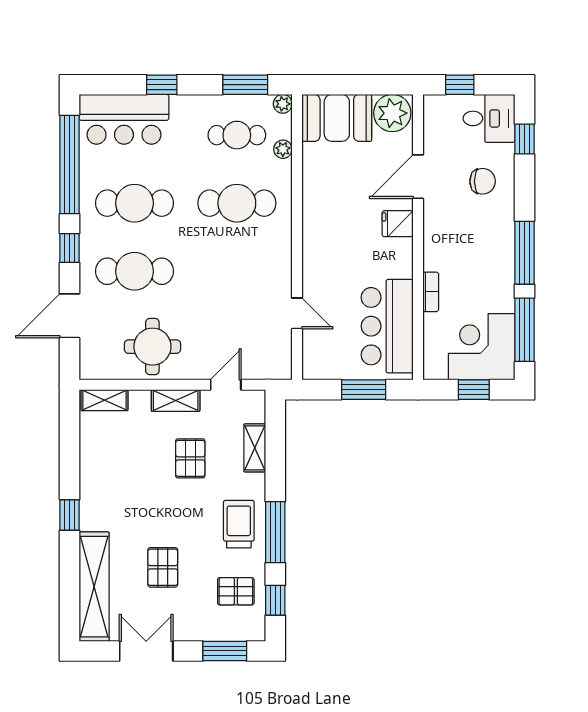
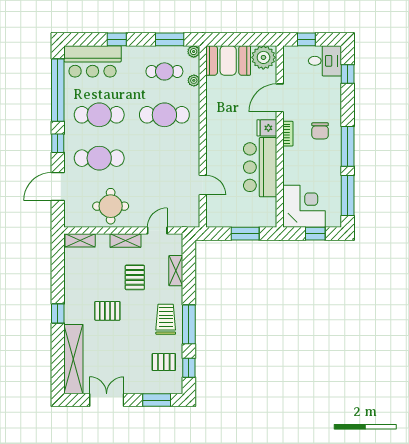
chair: (483, 181) -> (320, 131), moved, turned 90
bookcase: (431, 292) -> (288, 134), moved
bar counter: (387, 326) -> (260, 167), moved
corner desk: (482, 347) -> (304, 206), moved, turned 90
pallet: (163, 567) -> (107, 311), moved, turned 90

